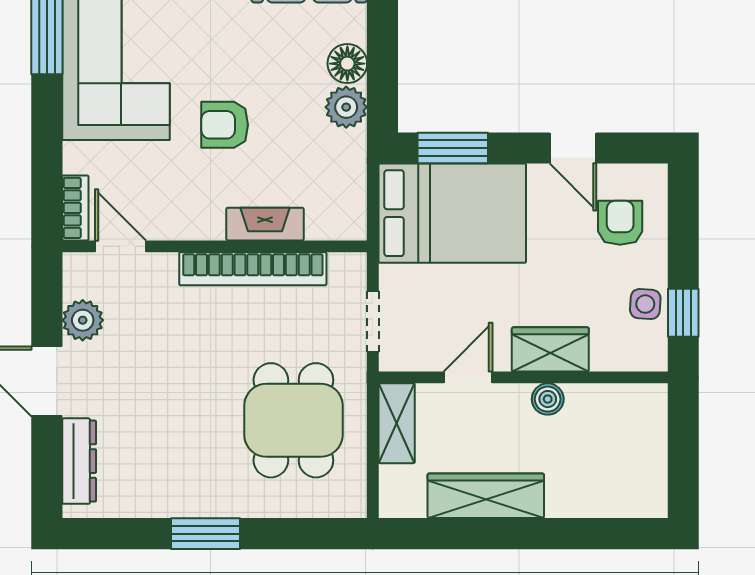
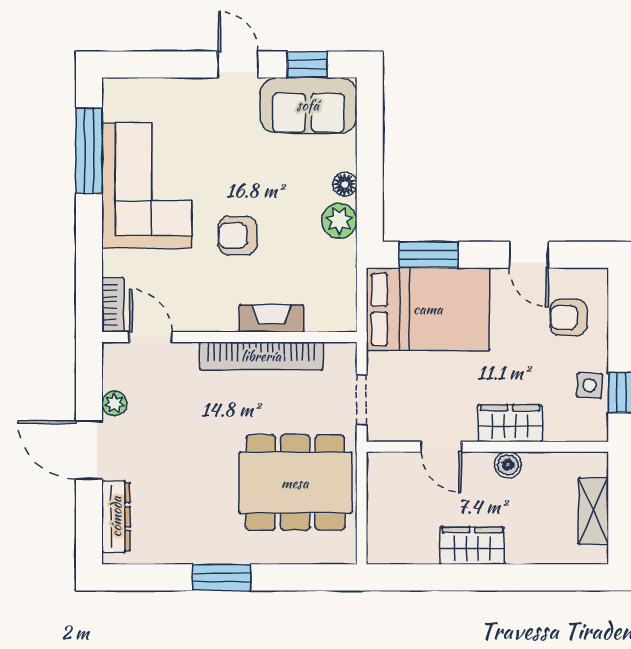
floor lamp: (347, 64) -> (345, 184), width x0.73, depth x0.73
armchair: (620, 223) -> (568, 317), turned -90
plant: (83, 320) -> (114, 404), width x0.73, depth x0.73
door: (468, 377) -> (441, 447), swing flipped
dining table: (293, 420) -> (295, 483), width x1.38
shelving: (397, 423) -> (593, 511), moved
wardrobe: (486, 496) -> (472, 546), width x0.67

